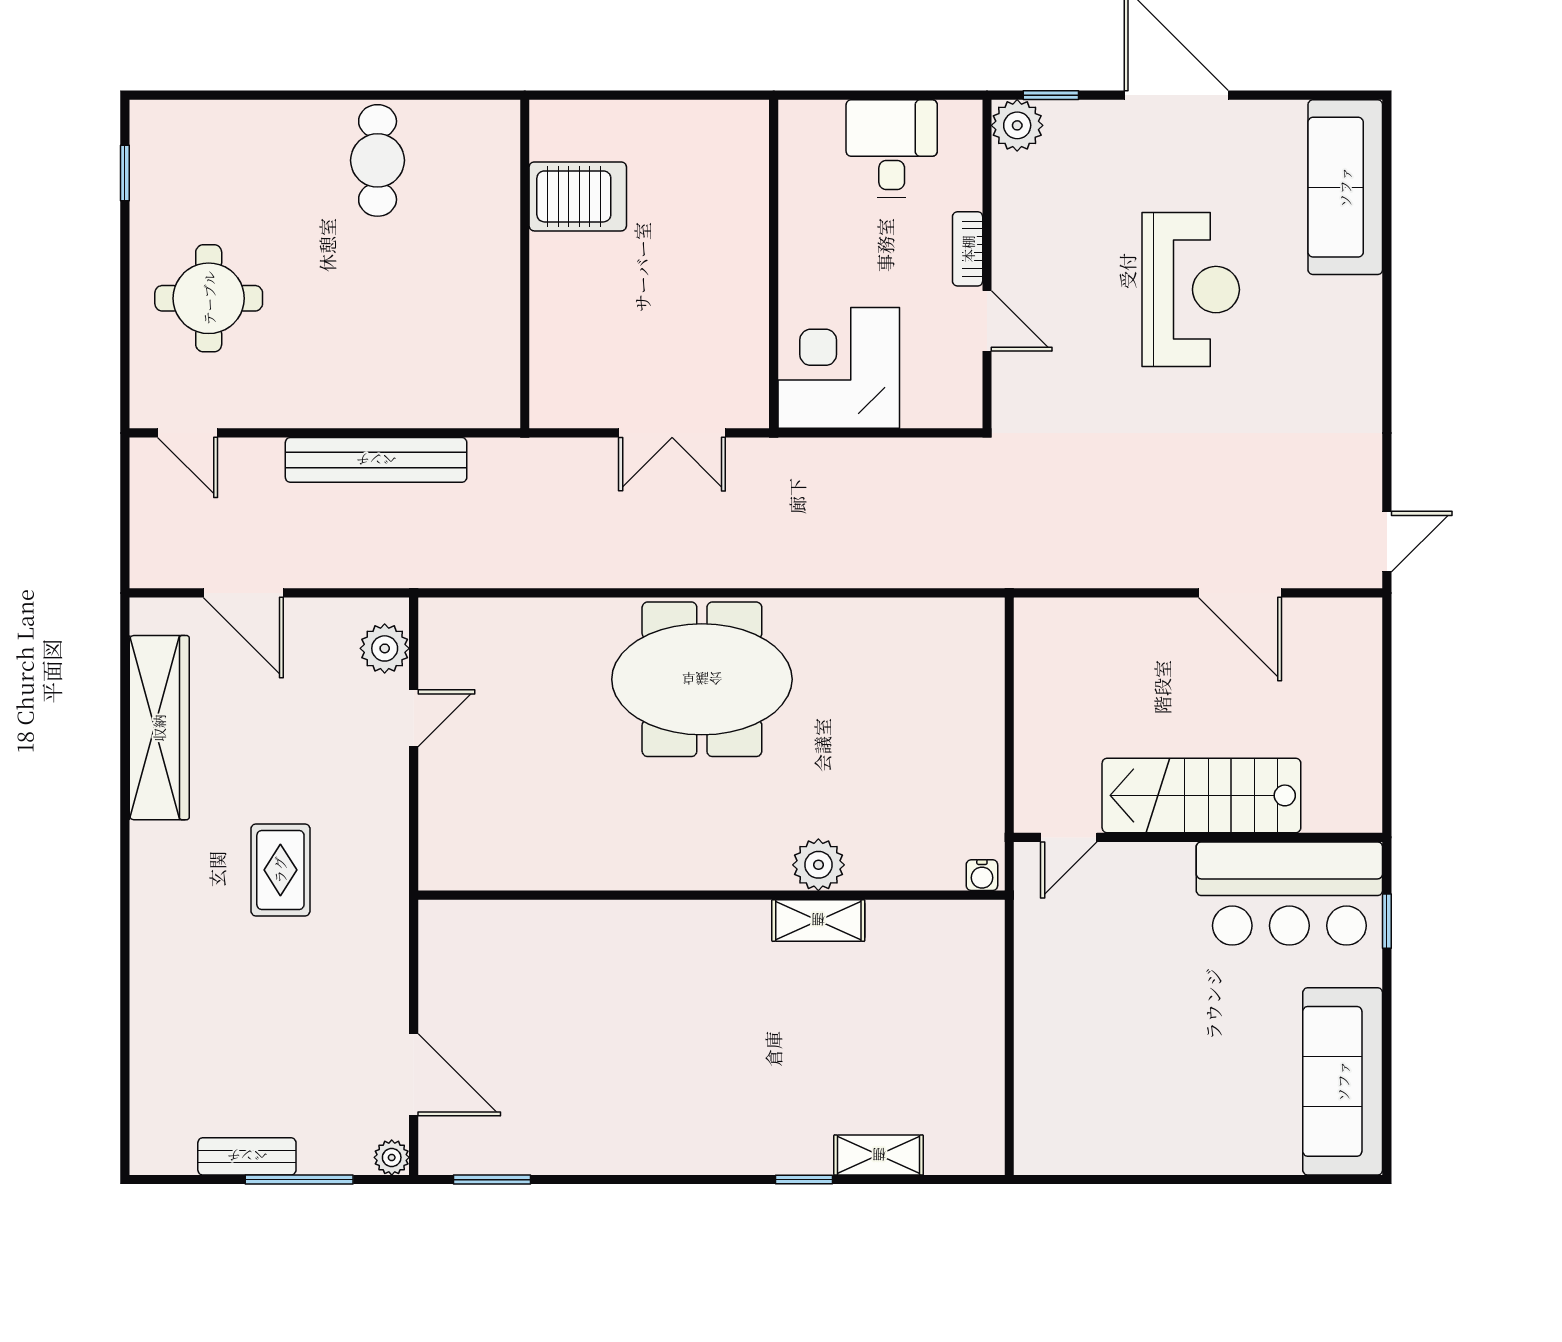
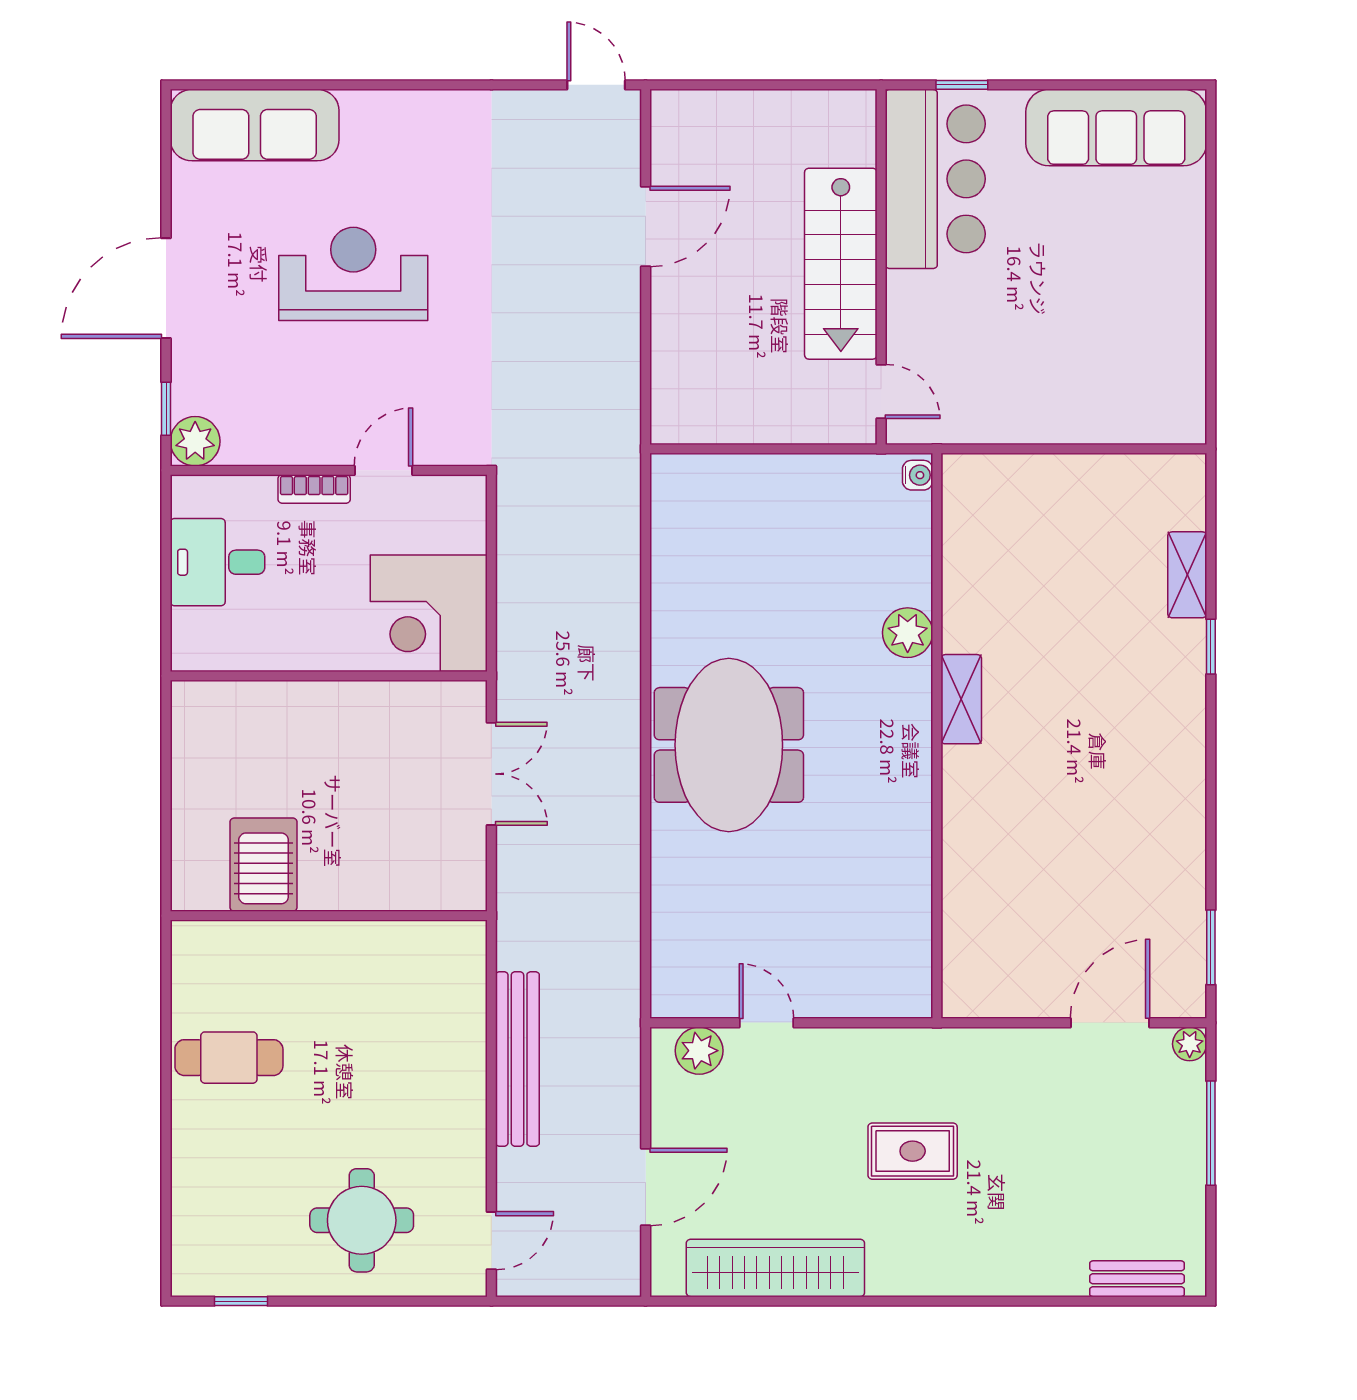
shelving: (818, 920) -> (961, 699), moved
bench: (247, 1156) -> (1137, 1279), moved, turned 90

